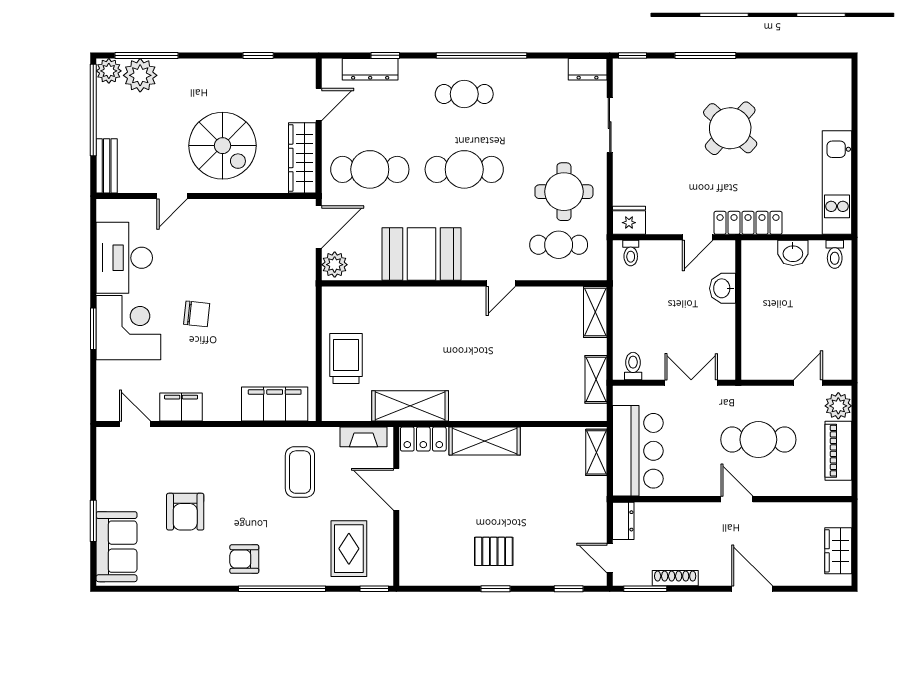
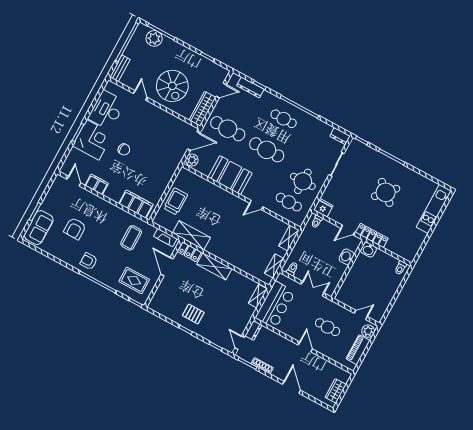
plant: (109, 71) -> (142, 30), removed
kitchen unit: (837, 182) -> (434, 209), moved
door: (172, 196) -> (140, 95), swing flipped
washbasin: (793, 253) -> (368, 250), moved
cafe table: (758, 440) -> (328, 327), width x0.73, depth x0.74
rug: (349, 549) -> (134, 280), turned 90

